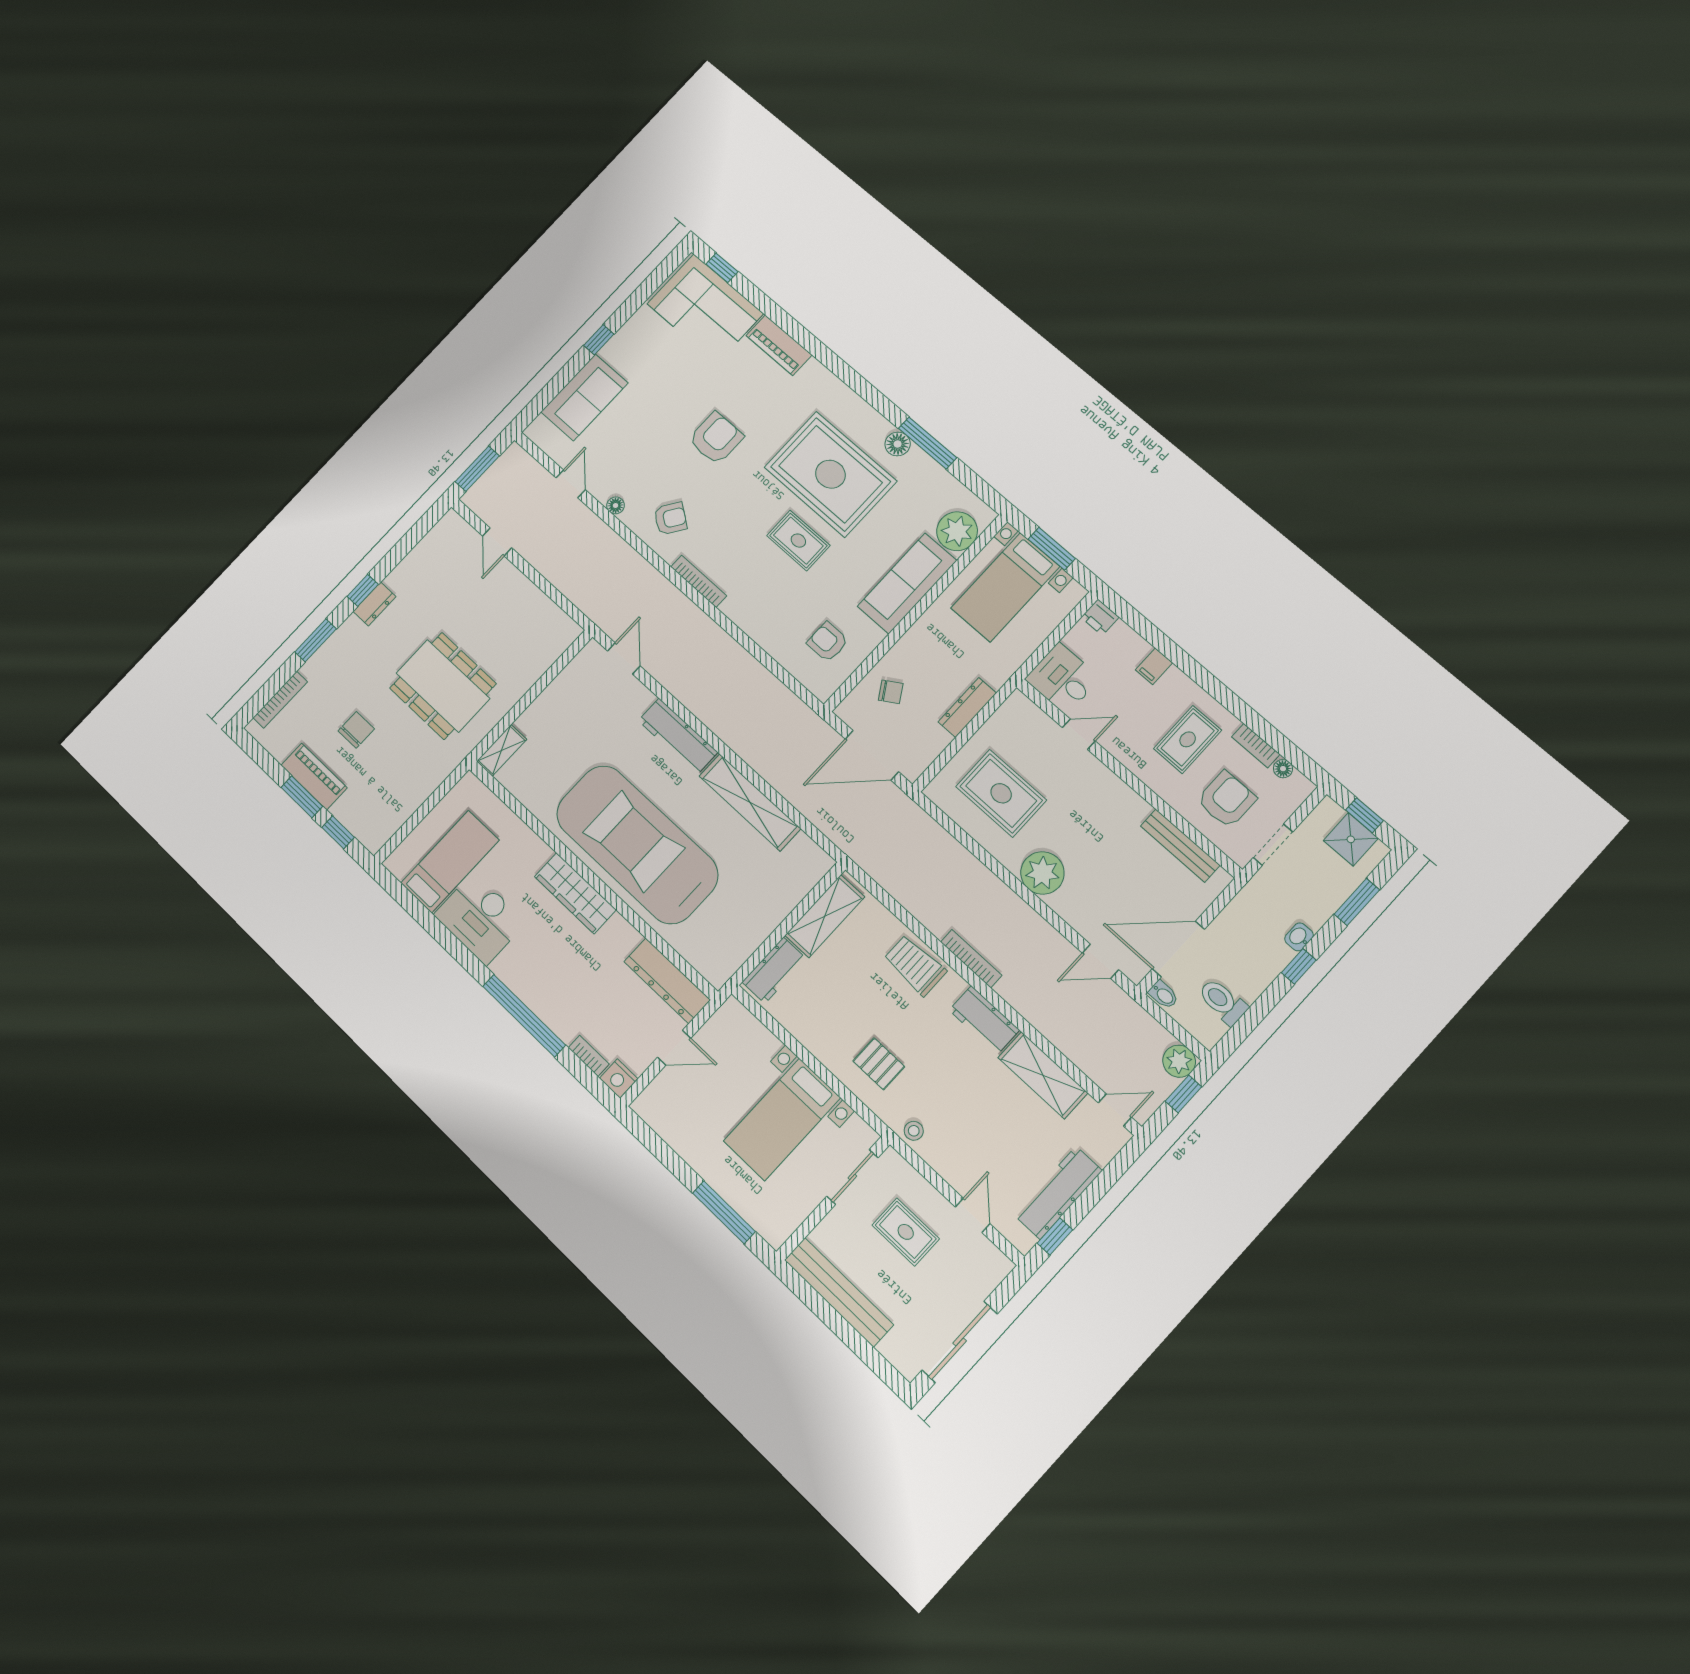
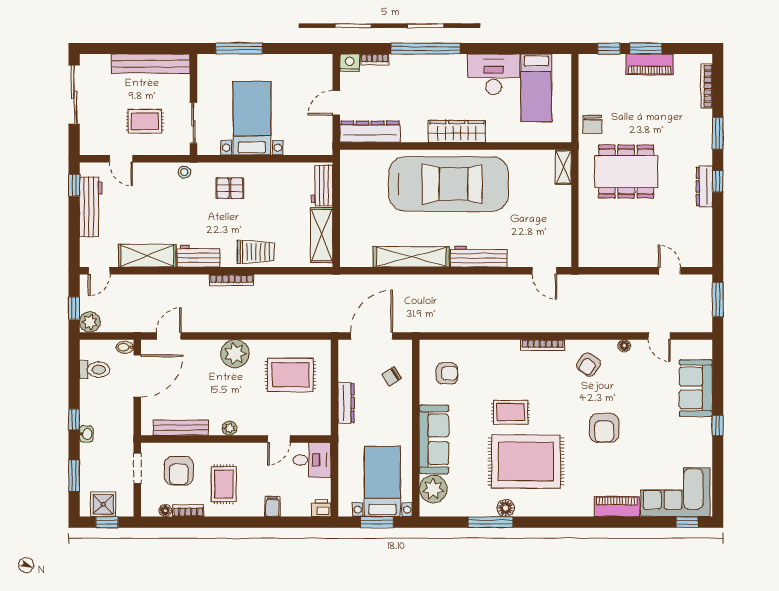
dresser: (375, 604) -> (704, 186), width x1.44
chair: (356, 730) -> (592, 124), moved
plant: (1124, 796) -> (230, 428), added

